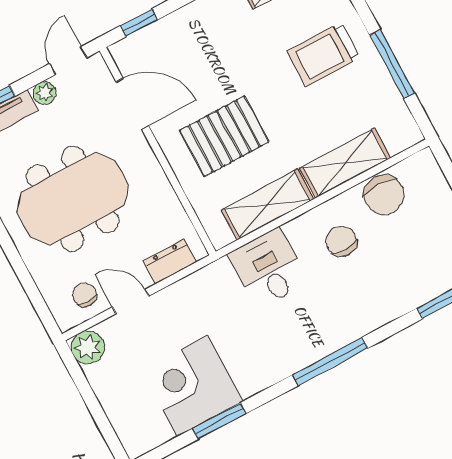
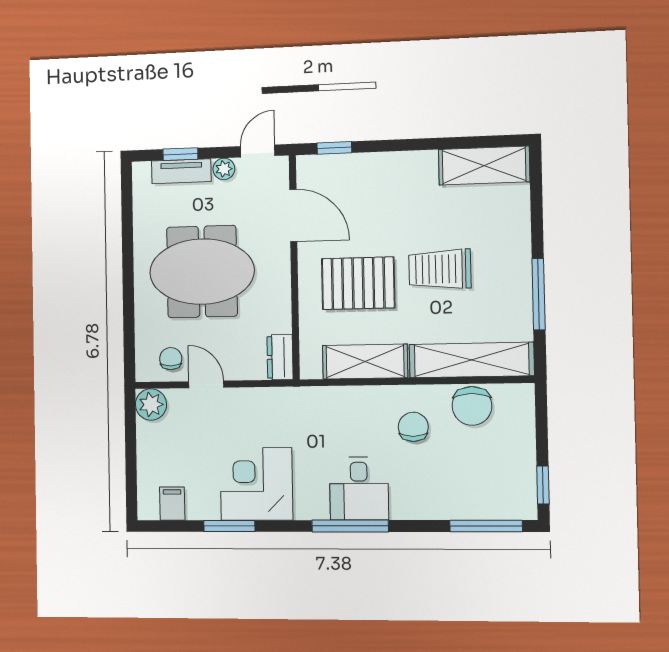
trolley: (323, 55) -> (440, 269), moved
shelving: (345, 163) -> (471, 360), width x1.47
dresser: (170, 261) -> (280, 357), moved, turned -90
desk: (268, 268) -> (359, 489), moved, turned 180
corner desk: (193, 386) -> (256, 484), moved
filing cabinet: (155, 429) -> (172, 504), added

